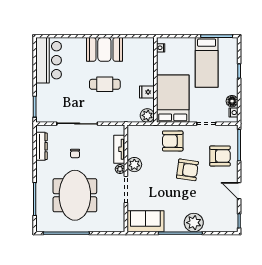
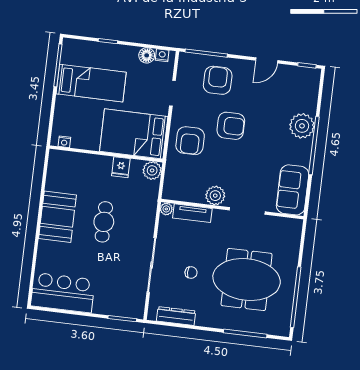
plant: (120, 169) -> (166, 209), moved
armchair: (187, 170) -> (231, 126), turned 82

